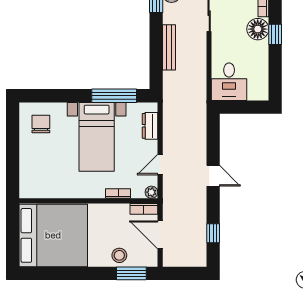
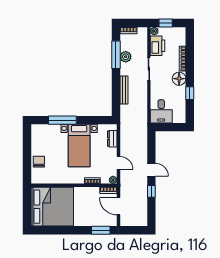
window: (275, 34) -> (190, 93), moved
window: (114, 96) -> (62, 120), moved
chair: (41, 124) -> (39, 162), moved
door: (160, 165) -> (119, 163), swing flipped
window: (213, 233) -> (151, 191), moved
stool: (119, 255) -> (93, 219), removed

